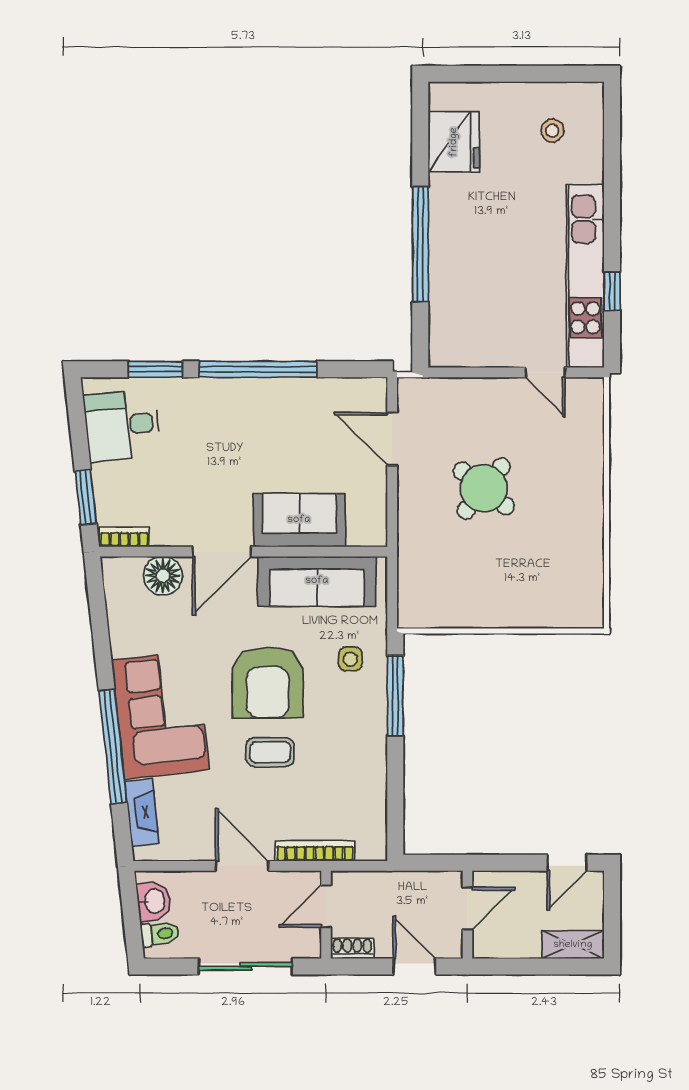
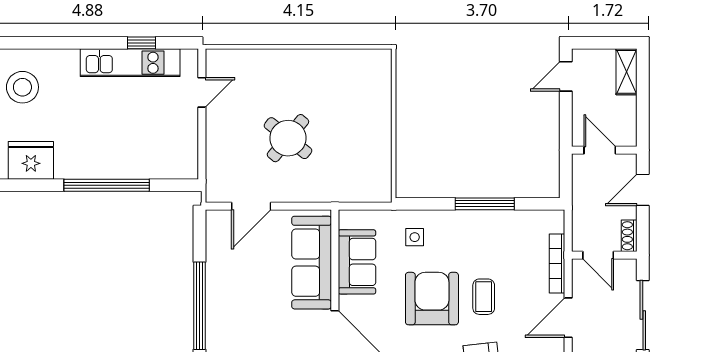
stool: (552, 131) -> (22, 87), width x1.89, depth x1.89
kitchen unit: (585, 276) -> (130, 63), width x0.73
sofa: (299, 520) -> (312, 263), width x1.36
sofa: (317, 581) -> (357, 262), width x0.73
armchair: (268, 682) -> (432, 299), turned -90
window: (395, 695) -> (485, 204), moved
door: (567, 863) -> (566, 76), swing flipped

